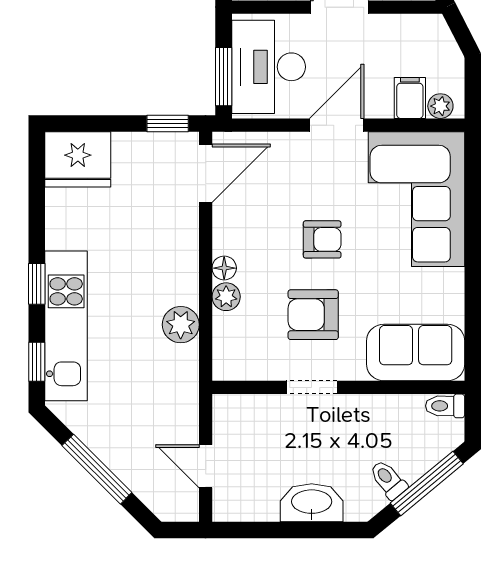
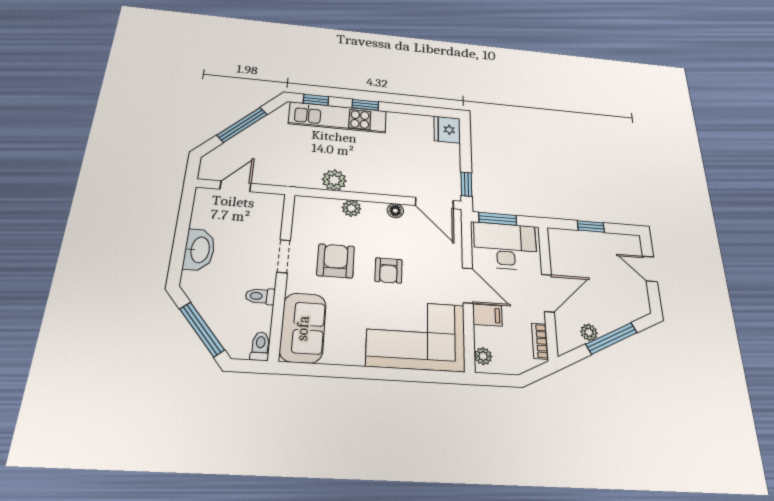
bookcase: (414, 24) -> (540, 341), added
filing cabinet: (410, 98) -> (487, 315), moved
fridge: (78, 159) -> (447, 130), width x0.73, depth x0.75
floor lamp: (224, 268) -> (395, 211), moved
toilet: (388, 480) -> (260, 296), moved, turned -140

